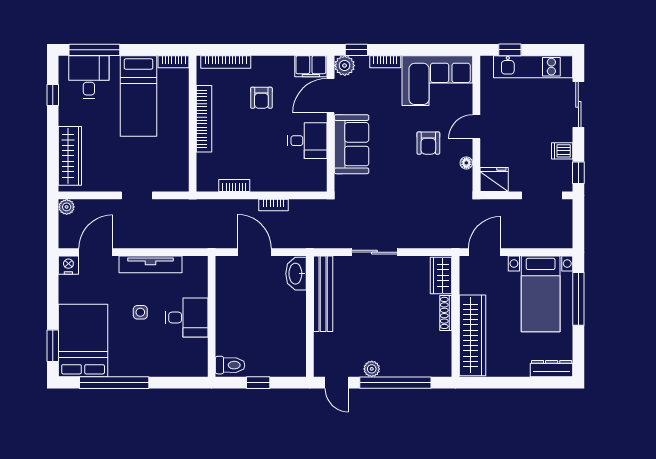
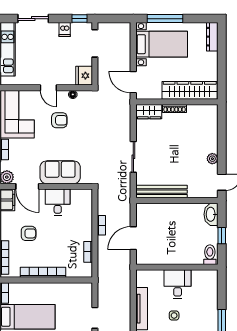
washbasin: (296, 274) -> (211, 214), moved, turned 90
window: (395, 383) -> (222, 143), removed

